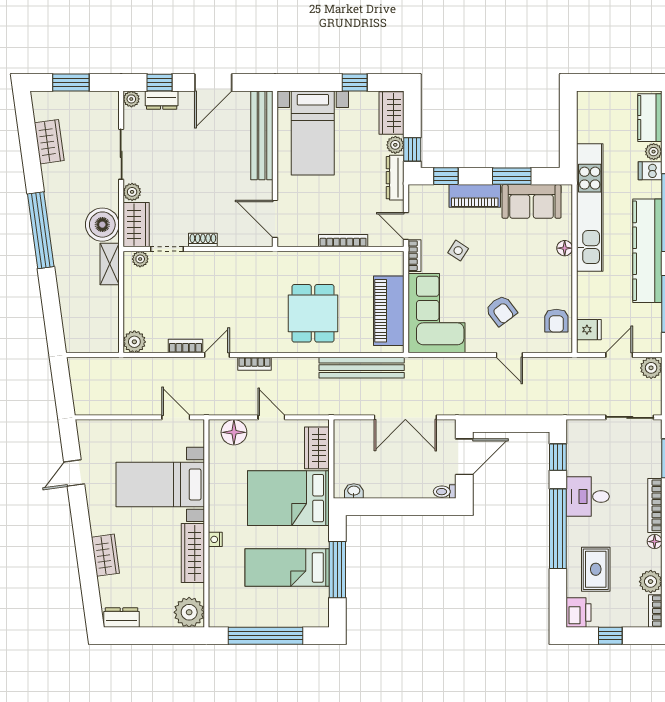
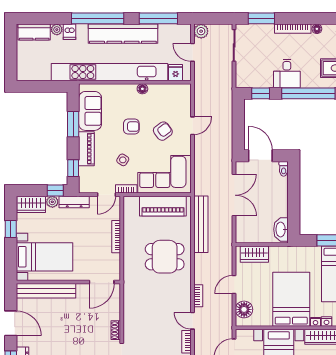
kitchen unit: (590, 207) -> (110, 72), width x1.36
floor lamp: (565, 248) -> (142, 89), moved
armchair: (556, 321) -> (131, 127), moved
washbasin: (354, 491) -> (281, 229), width x1.91, depth x1.45
bed: (288, 498) -> (291, 299), moved, turned 180
nightstand: (216, 556) -> (327, 322), added

